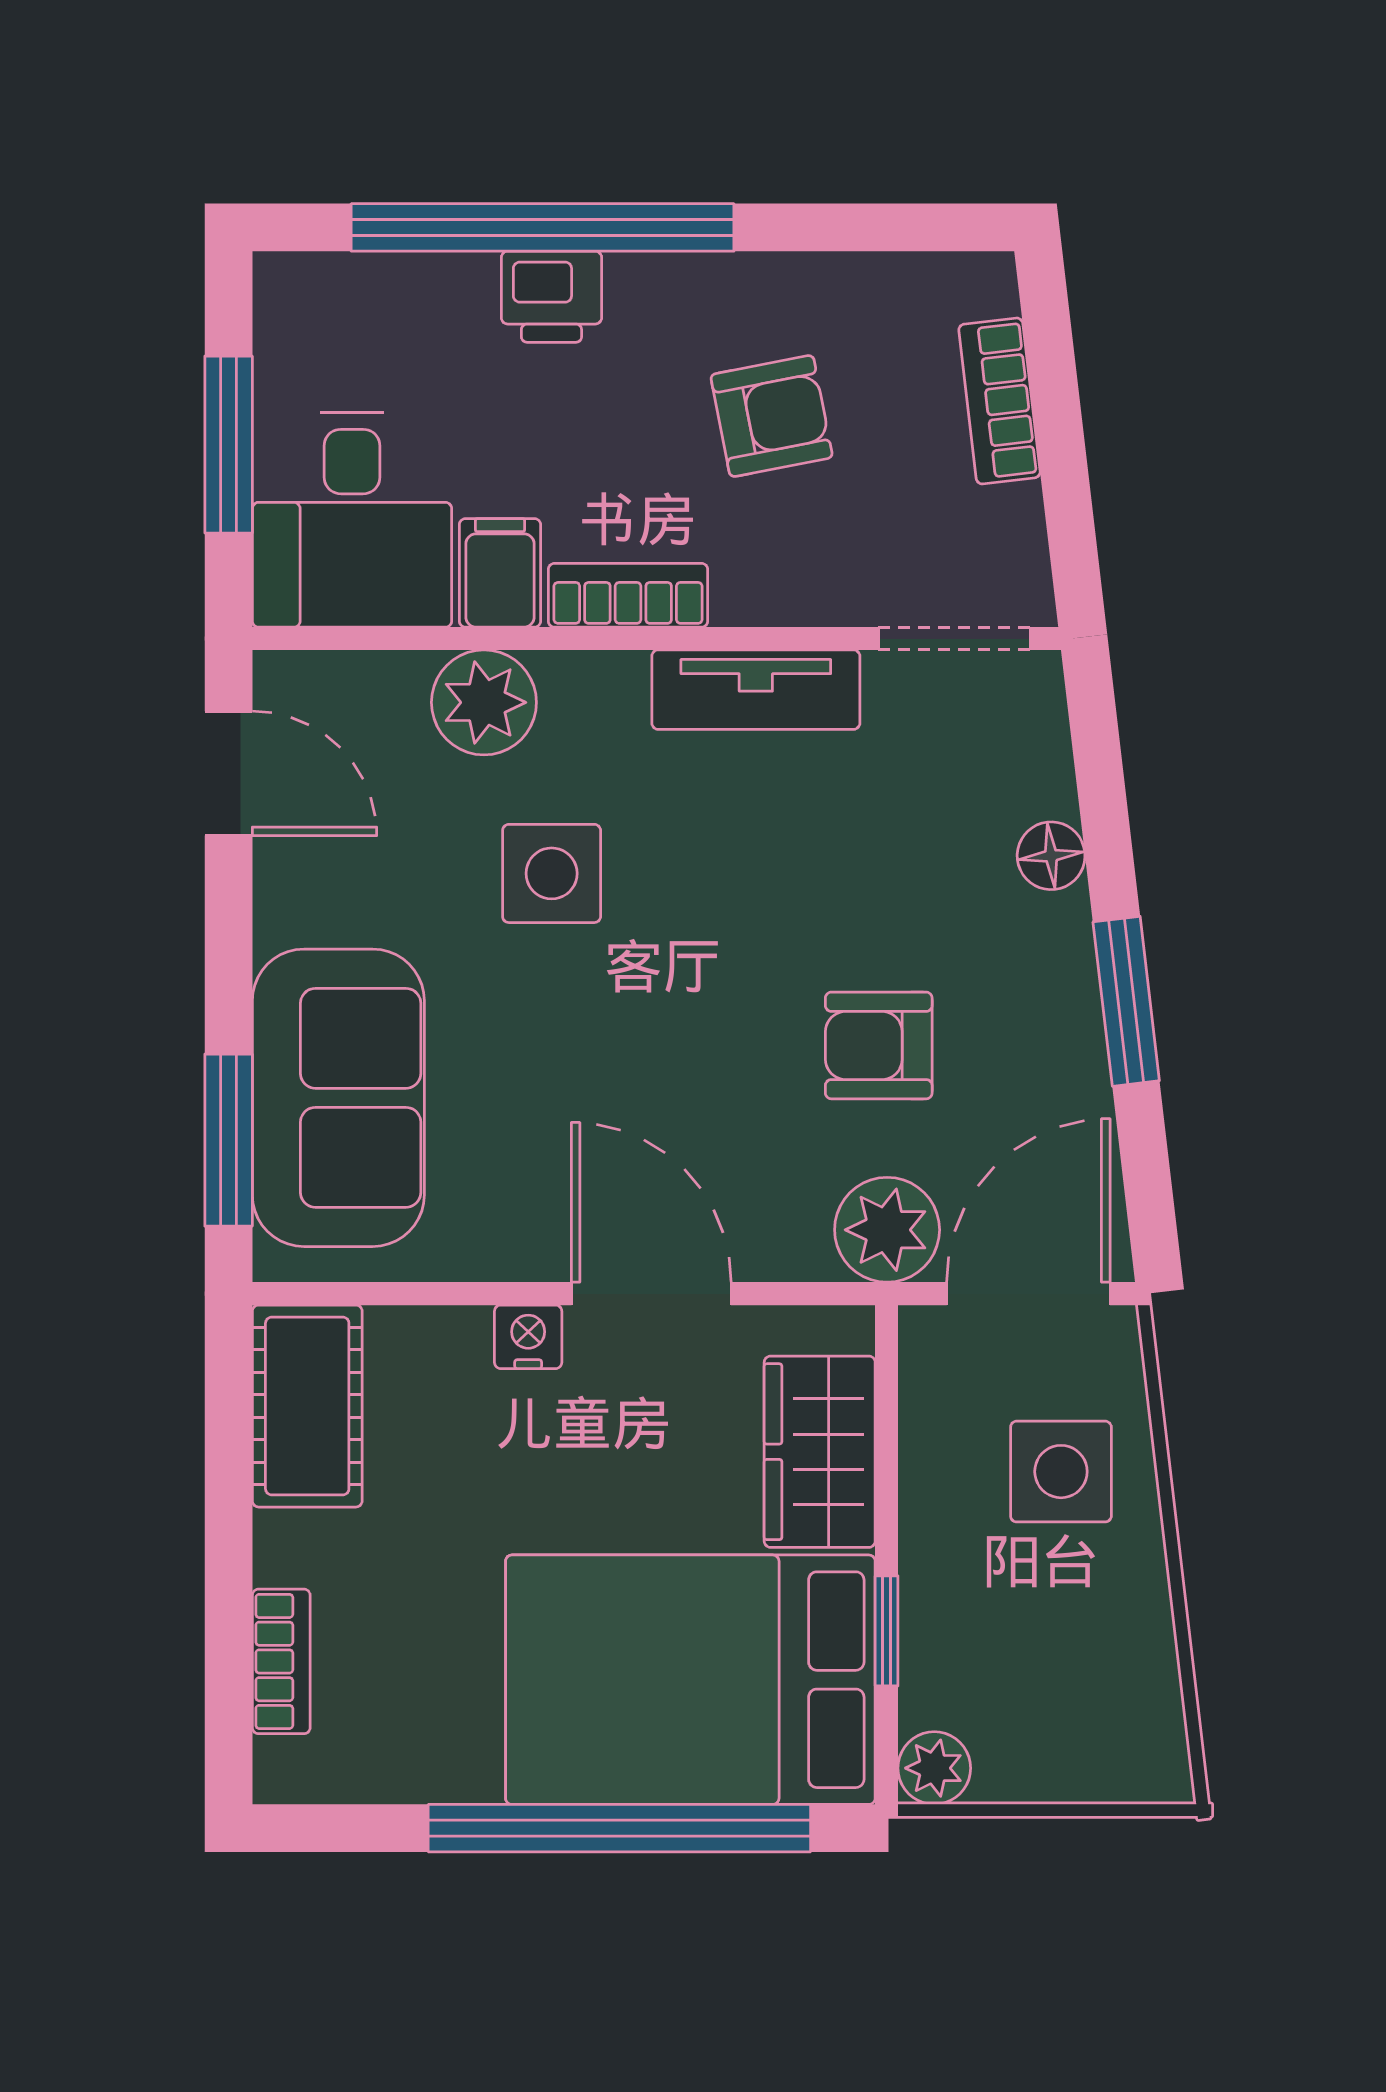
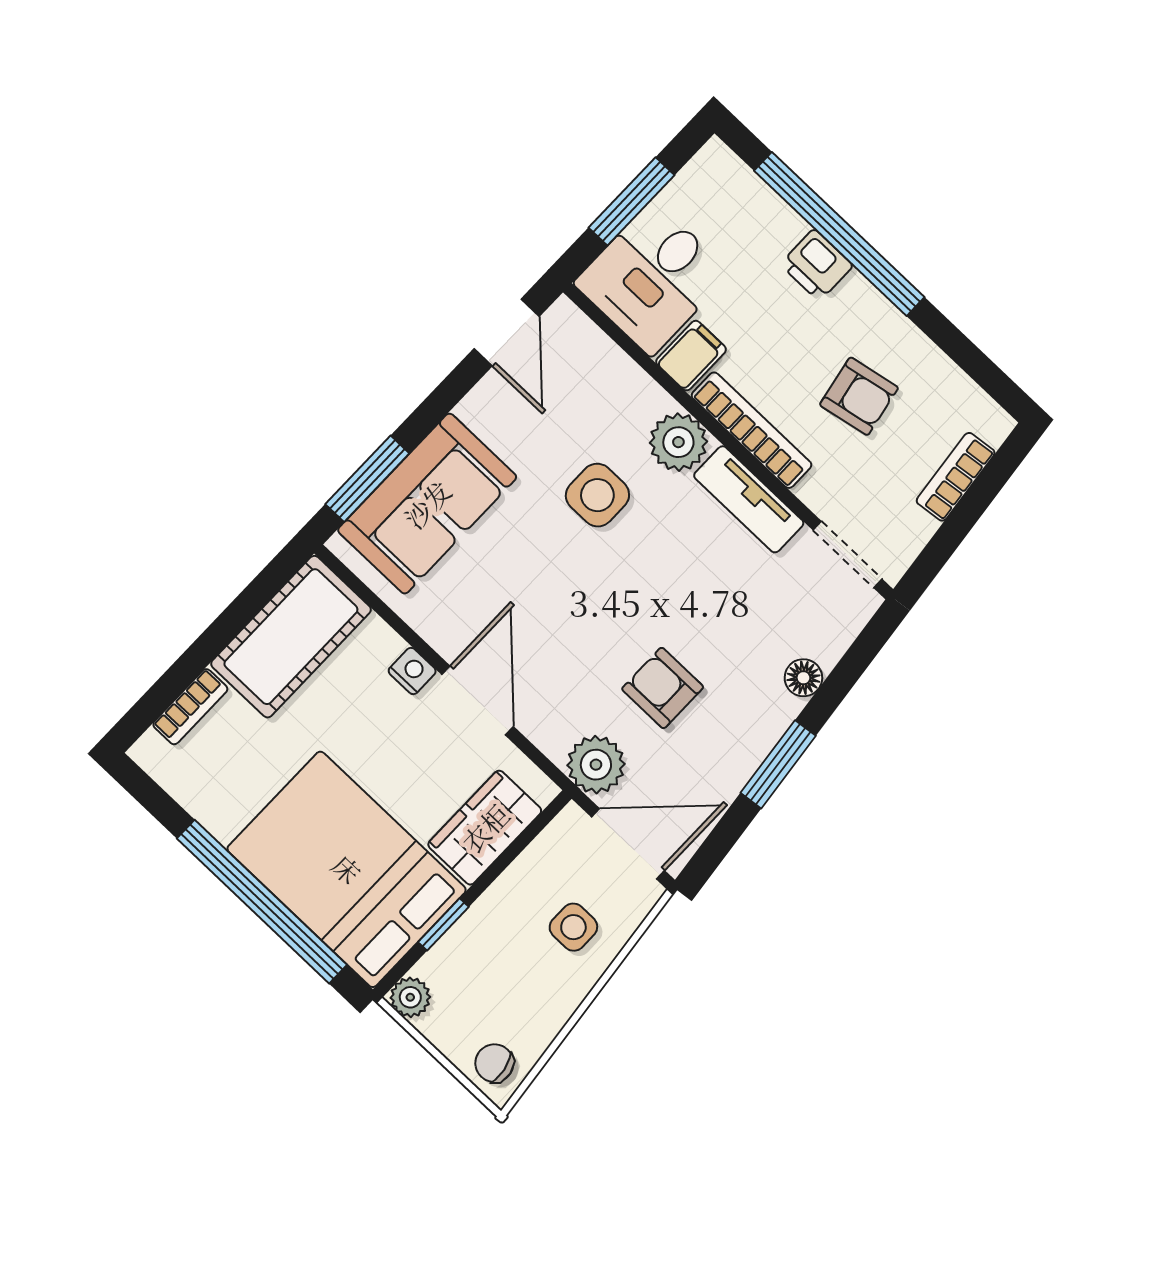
bookcase: (628, 595) -> (752, 430), width x1.56
plant: (484, 702) -> (678, 442), moved
cot: (307, 1406) -> (291, 637), width x1.37, depth x1.34
side table: (1061, 1472) -> (573, 927), width x0.73, depth x0.73
chair: (1127, 1749) -> (494, 1063), added

